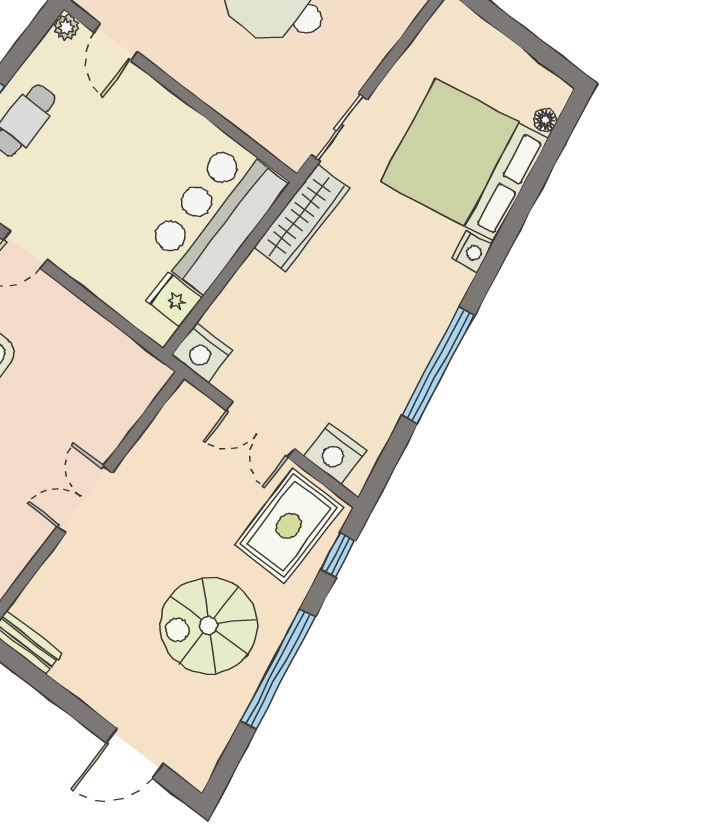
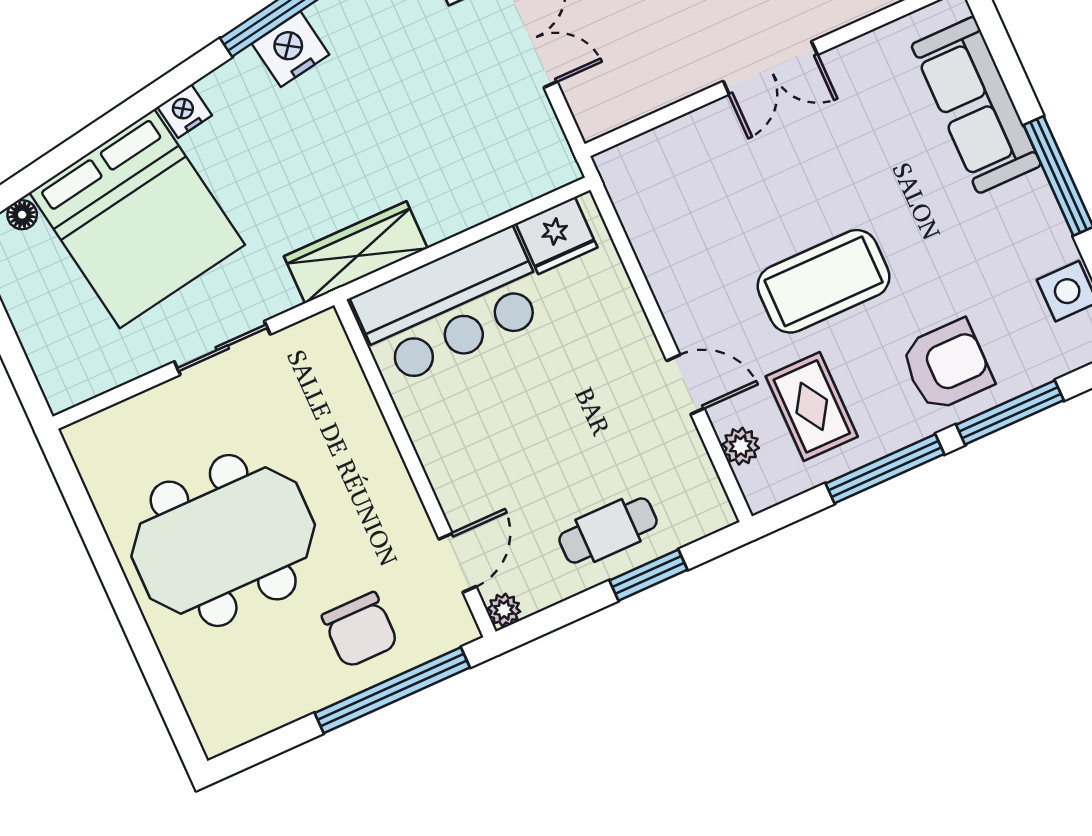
sliding door: (339, 127) -> (222, 348), moved
fridge: (174, 299) -> (557, 236), width x1.38
nightstand: (202, 353) -> (291, 49), moved, turned -100

